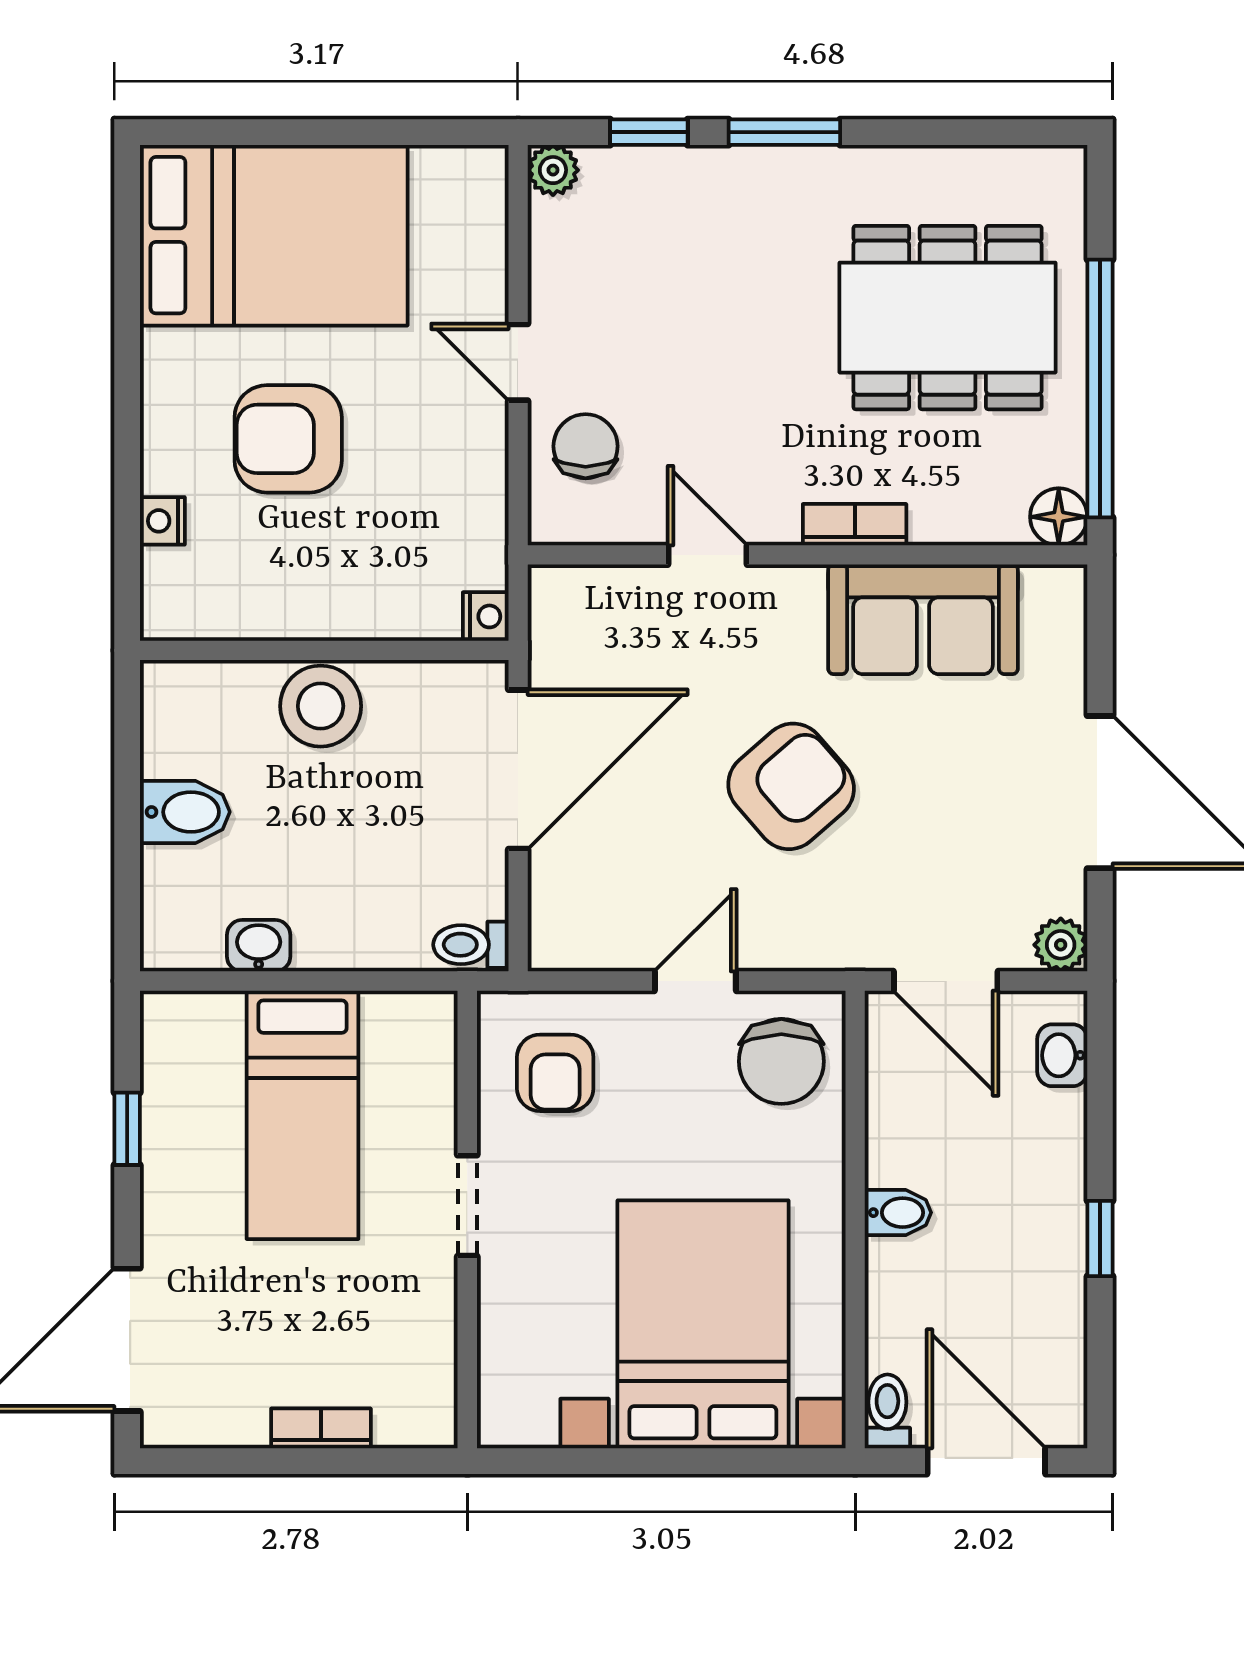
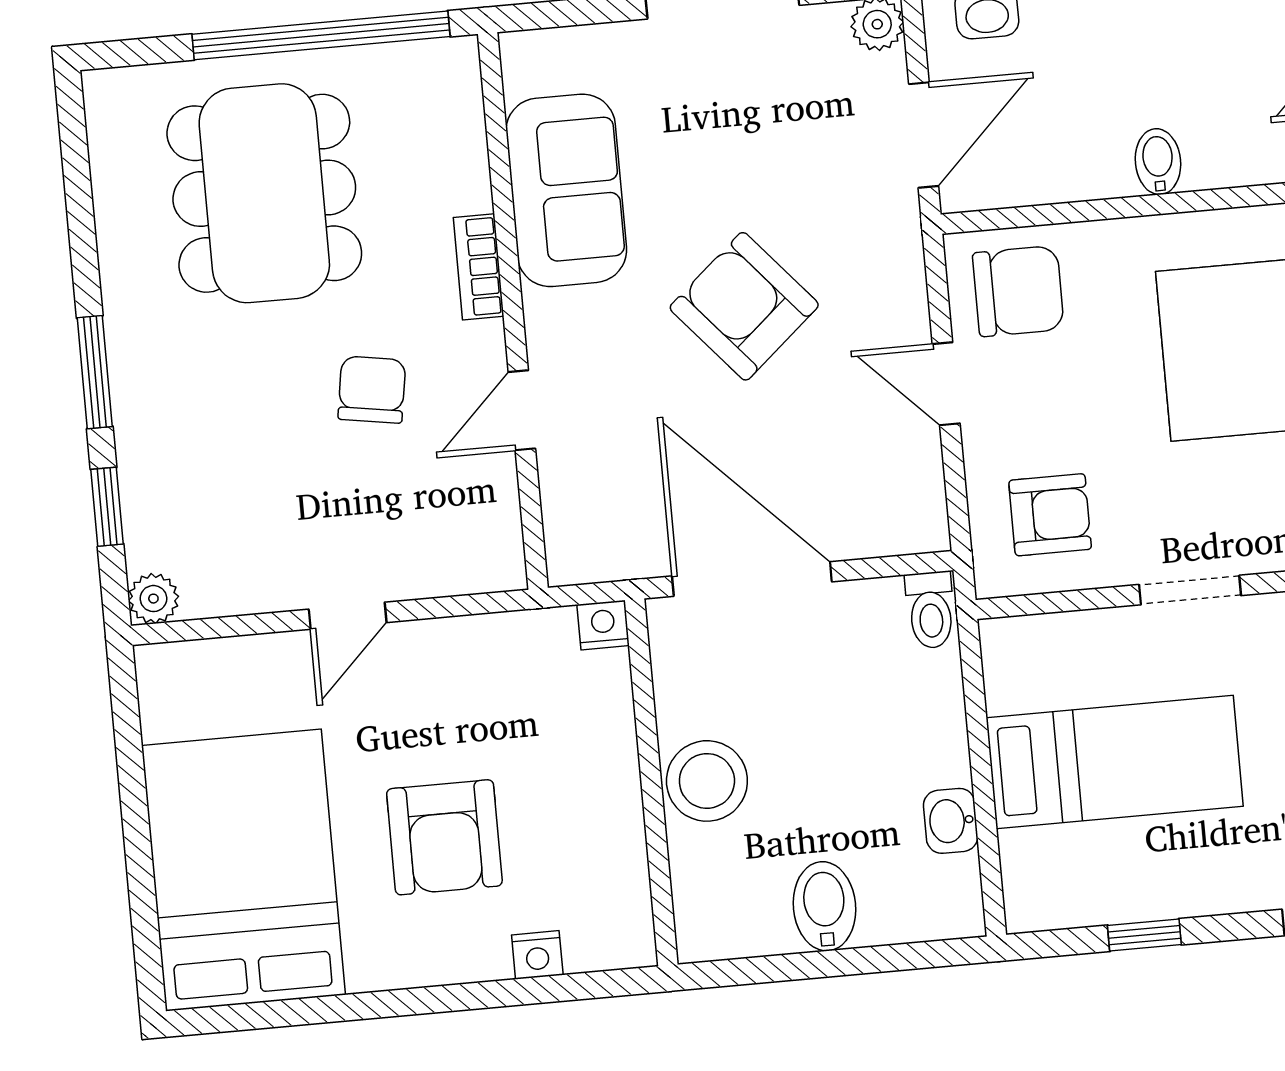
chair: (586, 446) -> (372, 390), moved, turned 99
floor lamp: (1059, 517) -> (452, 65), removed

